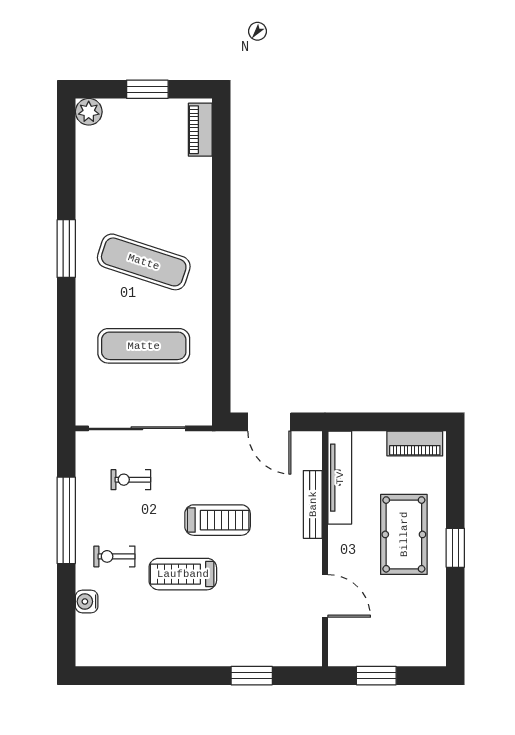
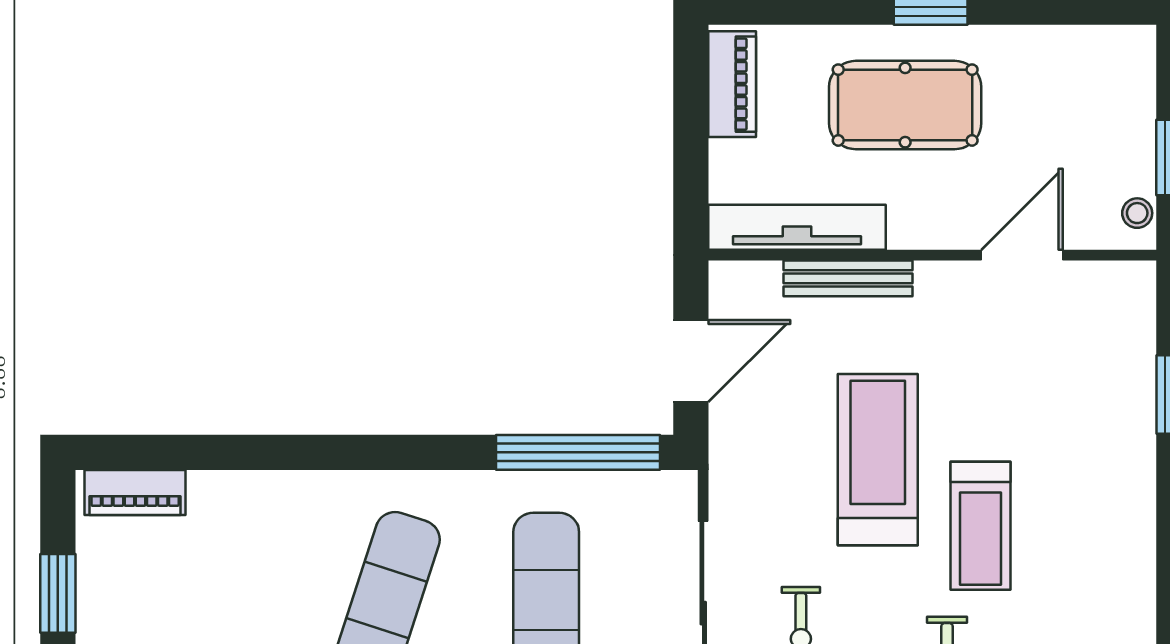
window: (221, 363) -> (578, 452), added
treadmill: (218, 520) -> (878, 460), width x1.37, depth x1.38
stool: (347, 656) -> (1137, 213), added

